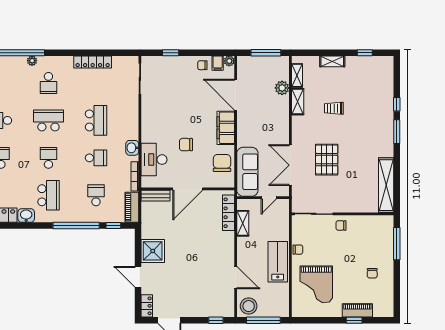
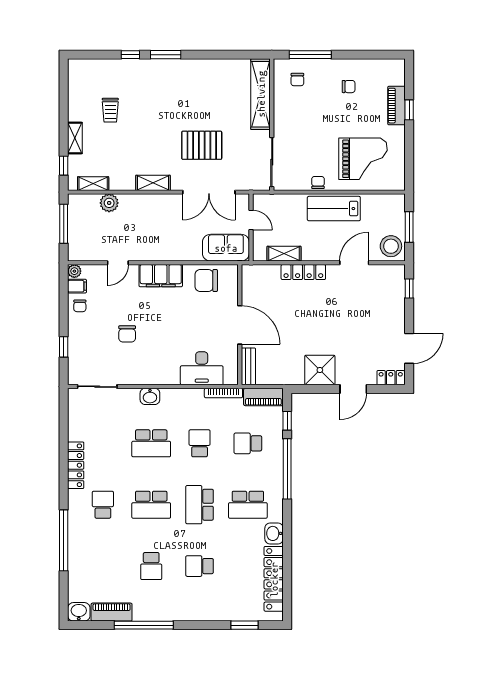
window: (365, 53) -> (64, 166), moved
plant: (32, 61) -> (74, 526), removed
locker: (93, 62) -> (76, 465), moved
school desk: (48, 83) -> (103, 505), turned -90
door: (236, 95) -> (118, 263), width x0.53
shelving: (298, 102) -> (153, 183), moved
trolley: (334, 108) -> (110, 110), moved
school desk: (48, 120) -> (151, 505), turned -90
school desk: (96, 120) -> (151, 443), turned 180
chair: (186, 145) -> (127, 334), moved
washbasin: (132, 148) -> (150, 396), moved
school desk: (48, 158) -> (200, 505), width x1.85
sofa: (247, 172) -> (226, 248), width x0.73
shelving: (386, 185) -> (261, 94), moved, turned 90
school desk: (48, 195) -> (248, 505), turned 180
locker: (229, 213) -> (303, 272), moved
chair: (341, 225) -> (297, 80), moved
window: (263, 320) -> (409, 227), width x0.69

